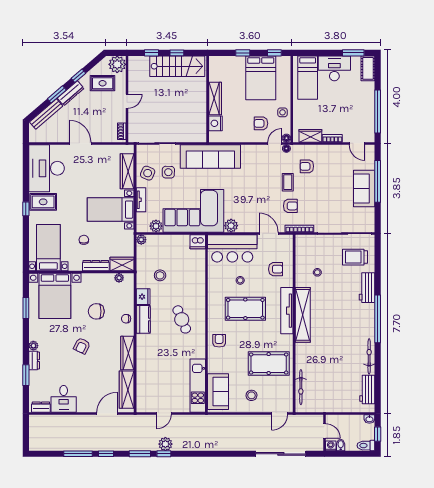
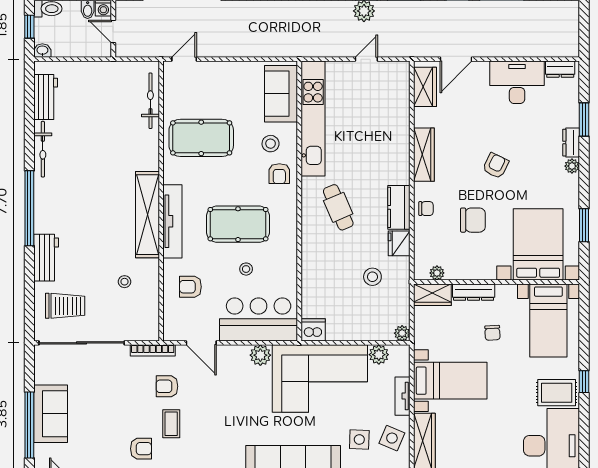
kitchen unit: (198, 386) -> (313, 119), width x1.36
wardrobe: (127, 390) -> (425, 87), width x0.67
stool: (251, 395) -> (271, 144), moved
desk: (64, 399) -> (517, 82), width x1.37

